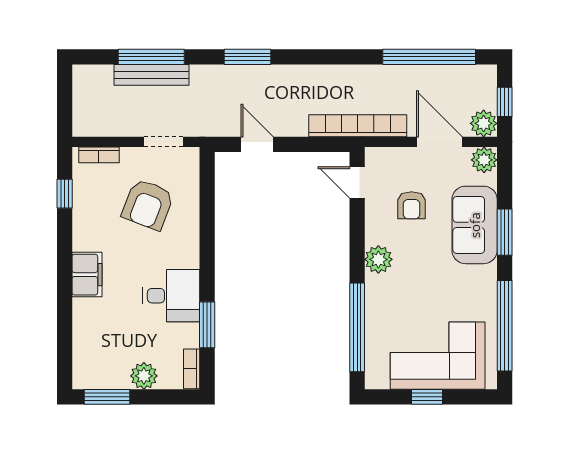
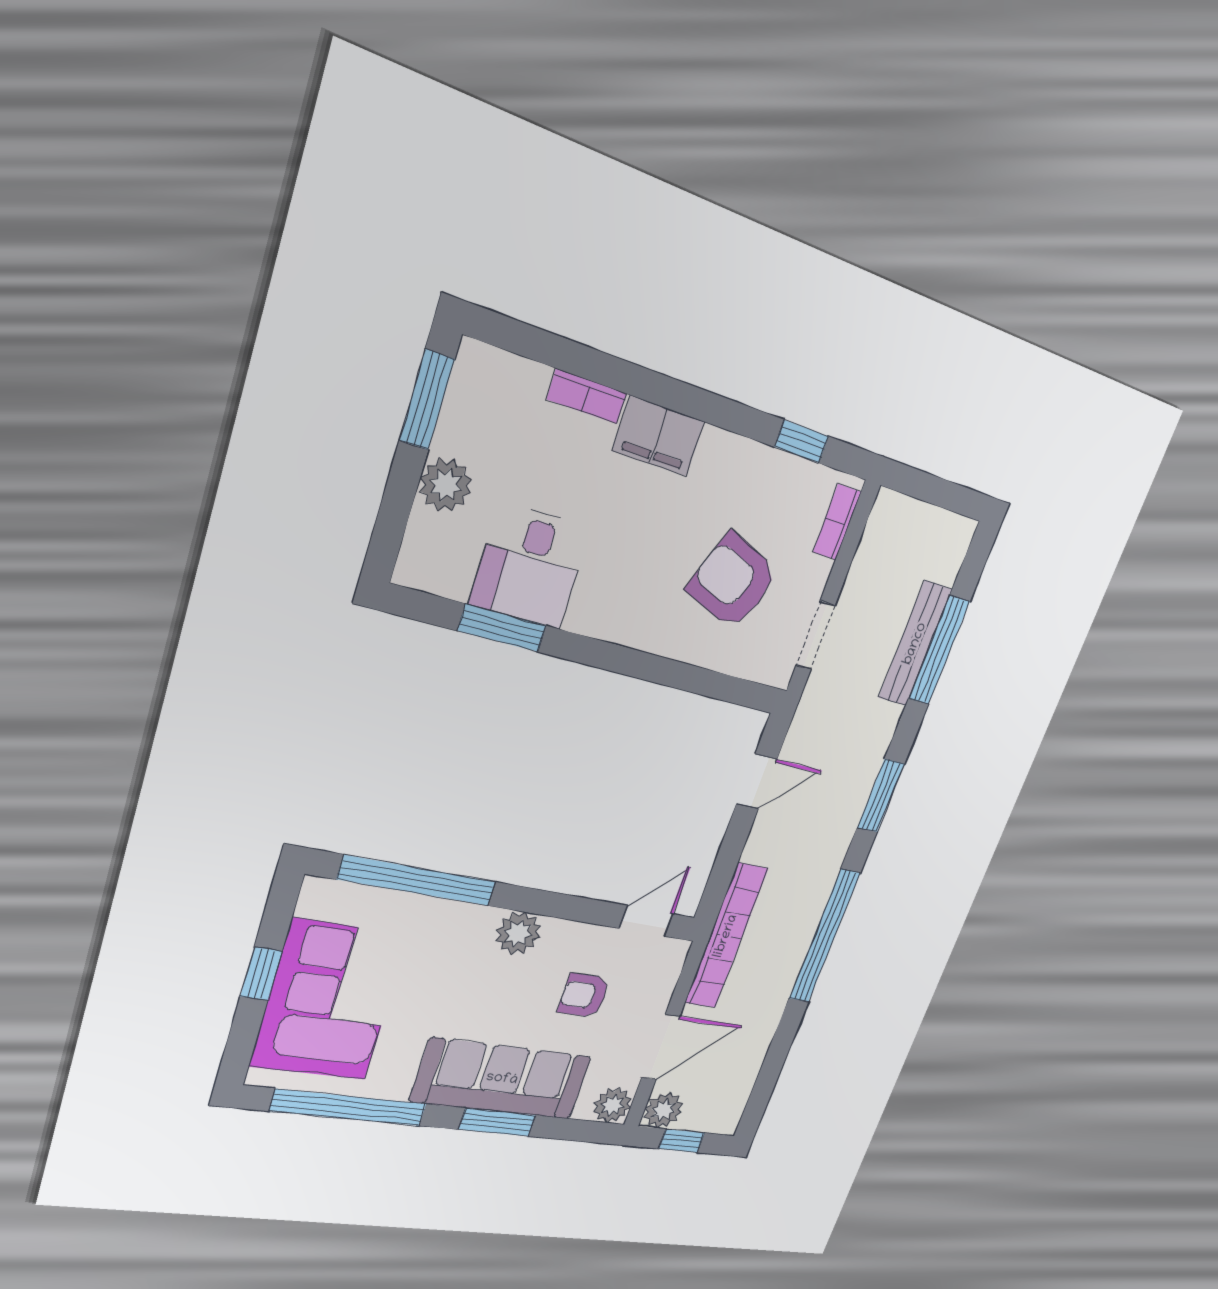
window: (429, 57) -> (824, 936), moved
sofa: (475, 225) -> (502, 1079), width x1.36
desk: (171, 296) -> (530, 566), moved
bookcase: (192, 369) -> (587, 396), moved, turned 180

